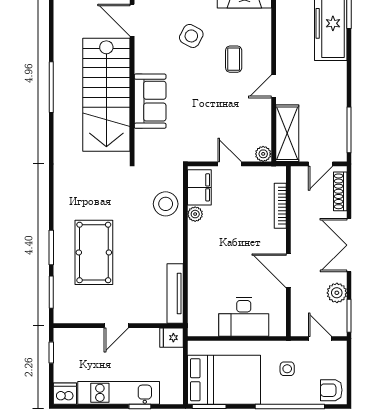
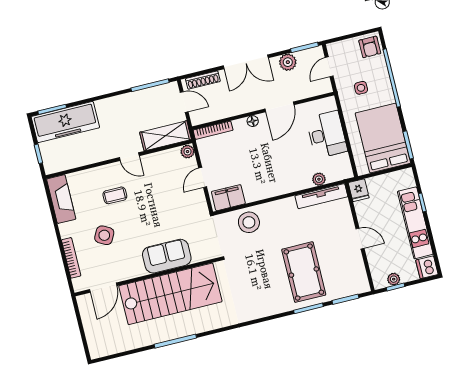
bookcase: (280, 206) -> (213, 130), moved
plant: (195, 214) -> (319, 179), moved
floor lamp: (280, 236) -> (253, 121), added
pool table: (94, 252) -> (304, 272), turned 90
plant: (61, 353) -> (394, 279), added

